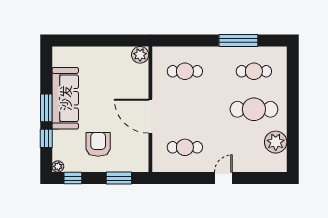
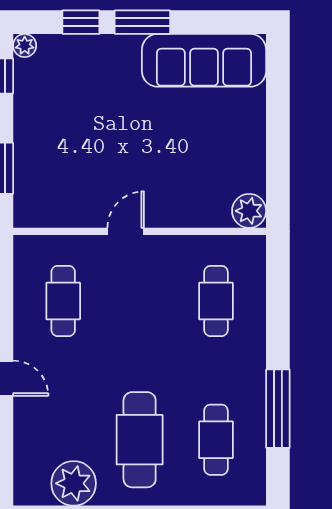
sofa: (65, 98) -> (204, 60), moved
door: (150, 116) -> (126, 231), width x0.53
armchair: (98, 144) -> (69, 127), removed

